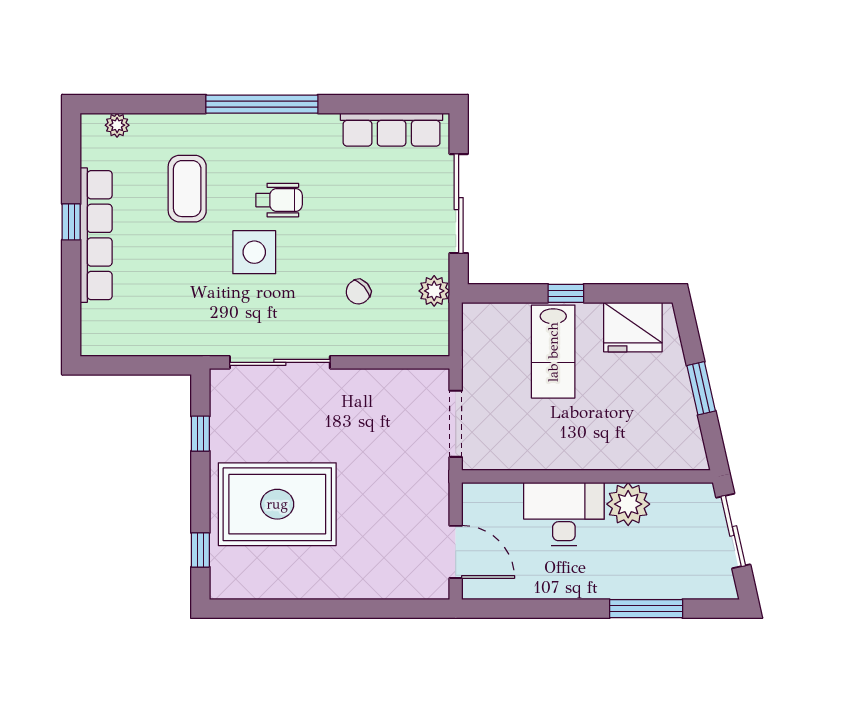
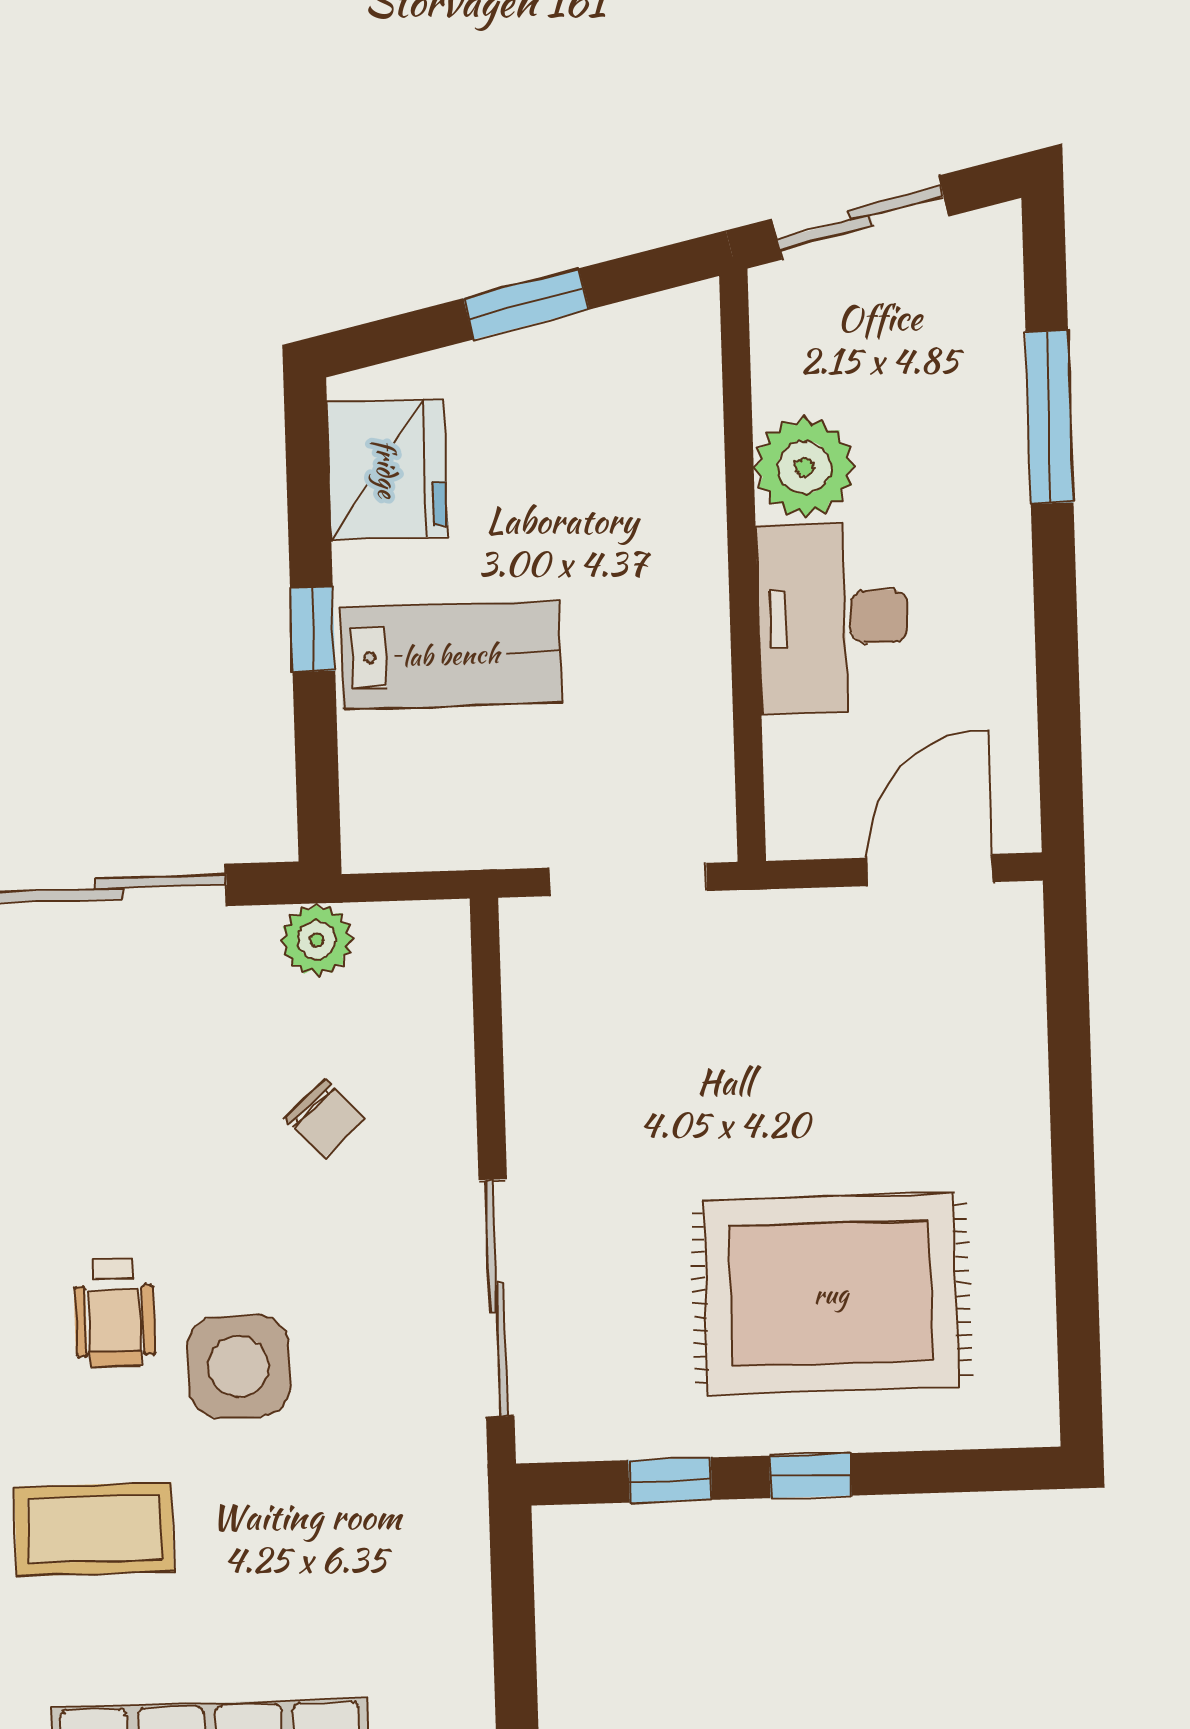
wheelchair: (279, 200) -> (114, 1312), turned 180
rug: (277, 504) -> (831, 1294), turned 90
window: (200, 550) -> (810, 1476), moved

